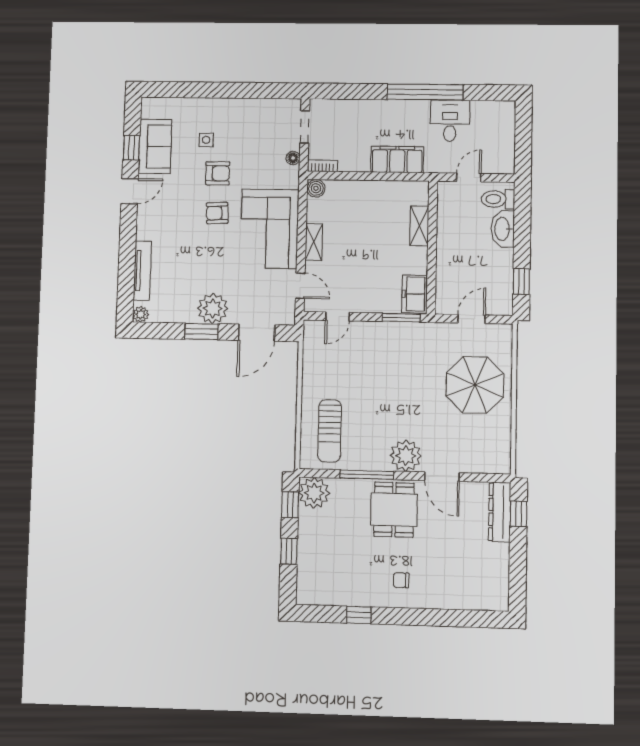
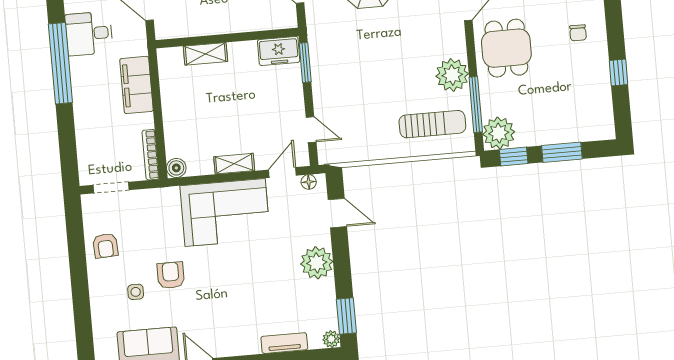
floor lamp: (293, 158) -> (309, 182), moved
bookcase: (322, 166) -> (151, 155), width x1.56
armchair: (217, 213) -> (105, 246), moved
tv unit: (142, 271) -> (284, 343), width x0.71
window: (201, 331) -> (346, 316), moved
door: (257, 333) -> (337, 213), width x0.73
plant: (406, 456) -> (452, 75), moved
window: (367, 475) -> (476, 105), moved
dining table: (394, 510) -> (506, 48), turned 90
window: (289, 551) -> (562, 152), width x1.50

